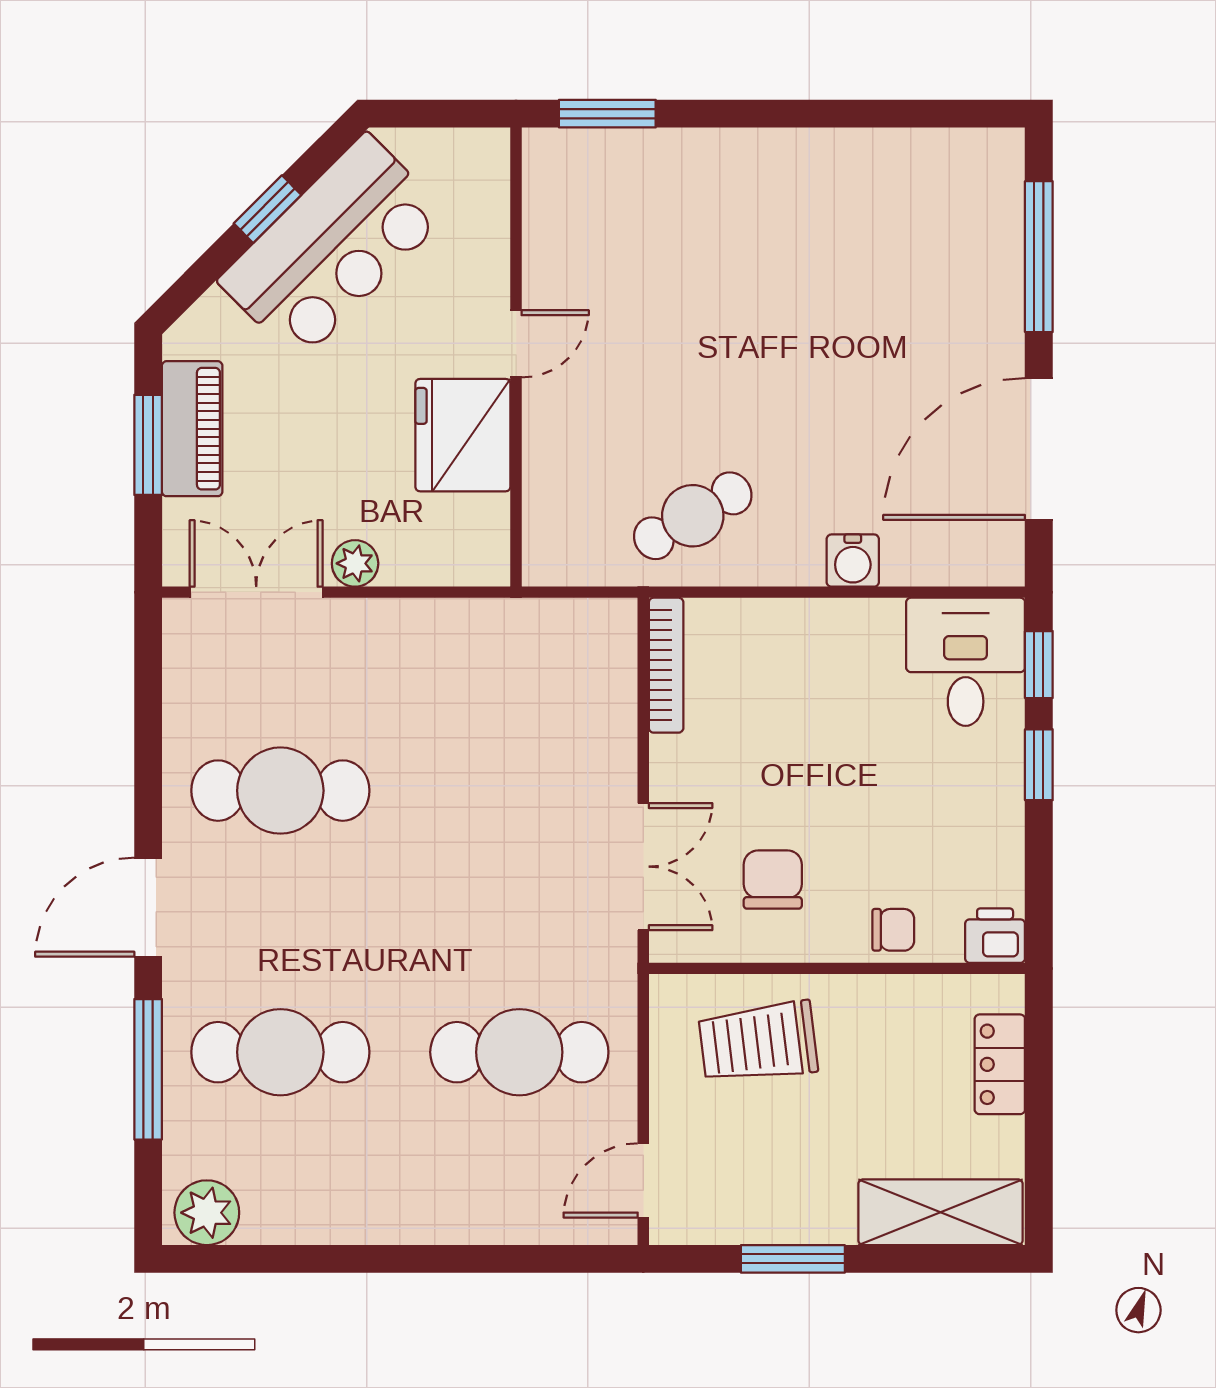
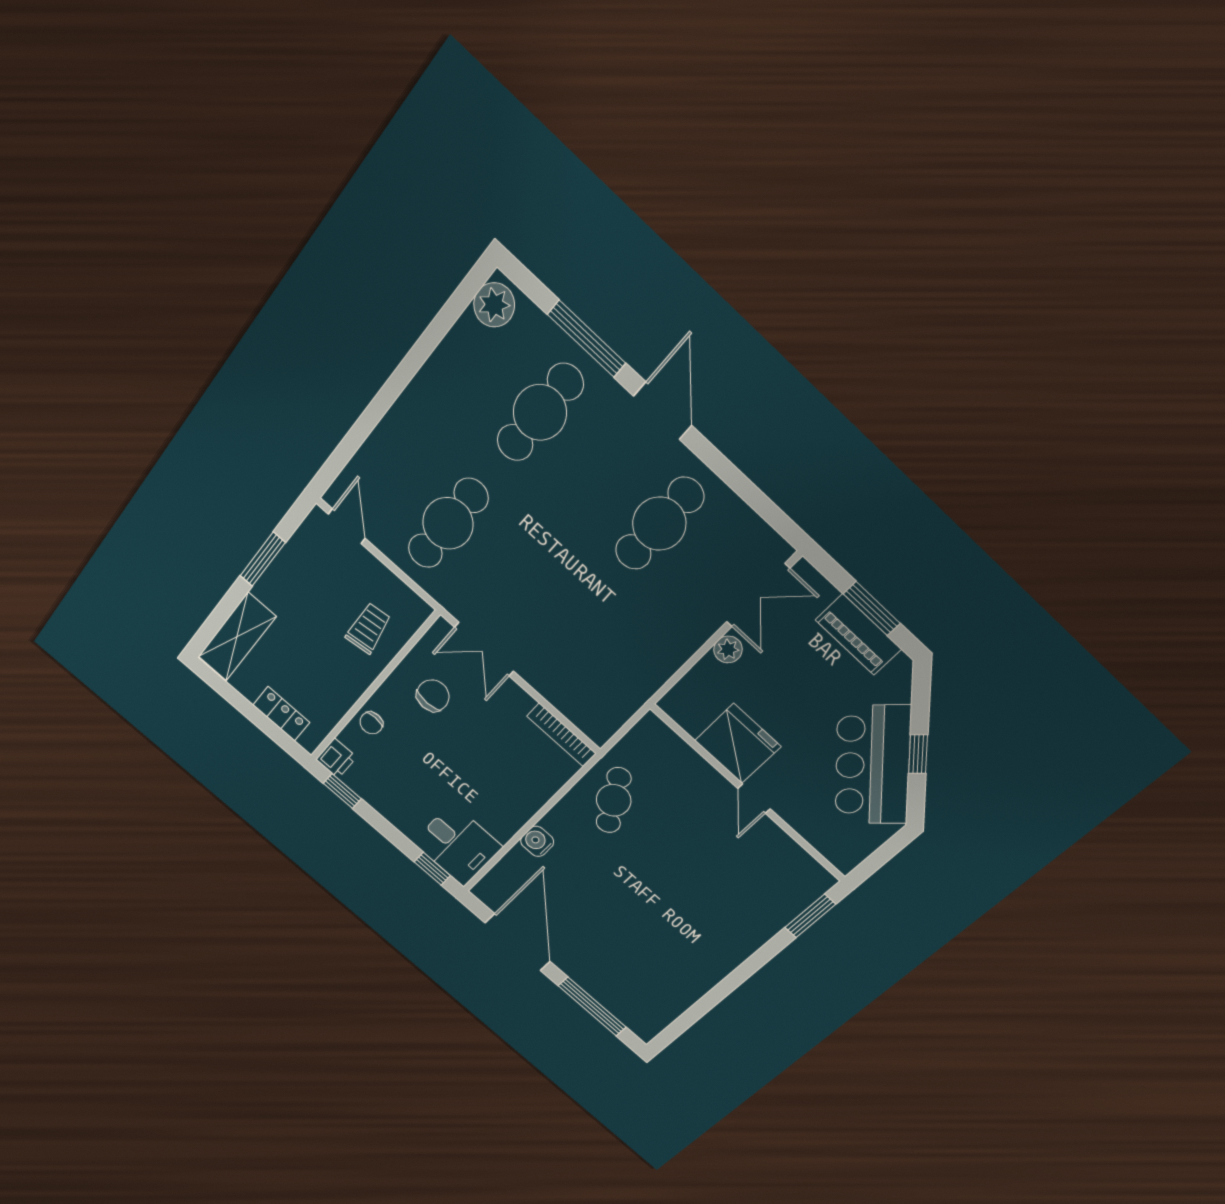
window: (1039, 765) -> (342, 791), moved
chair: (773, 880) -> (433, 696), turned -90
trolley: (758, 1042) -> (368, 628), width x0.73, depth x0.72

